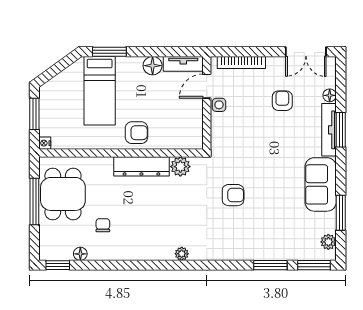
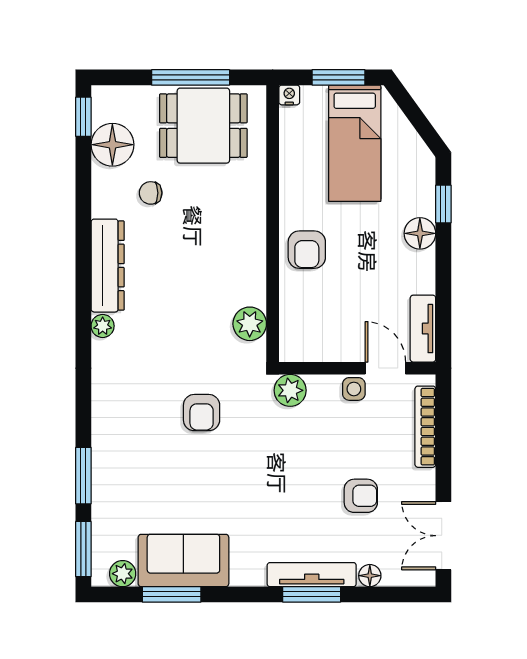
window: (109, 52) -> (443, 204), width x0.67
floor lamp: (153, 66) -> (420, 233), moved
bed: (100, 91) -> (355, 143), moved, turned -90
plant: (220, 143) -> (290, 390), added
dresser: (141, 166) -> (108, 266), moved, turned 180
sofa: (321, 184) -> (183, 561), moved
chair: (103, 225) -> (151, 193), turned 180
floor lamp: (80, 254) -> (112, 145), width x1.89, depth x1.89

